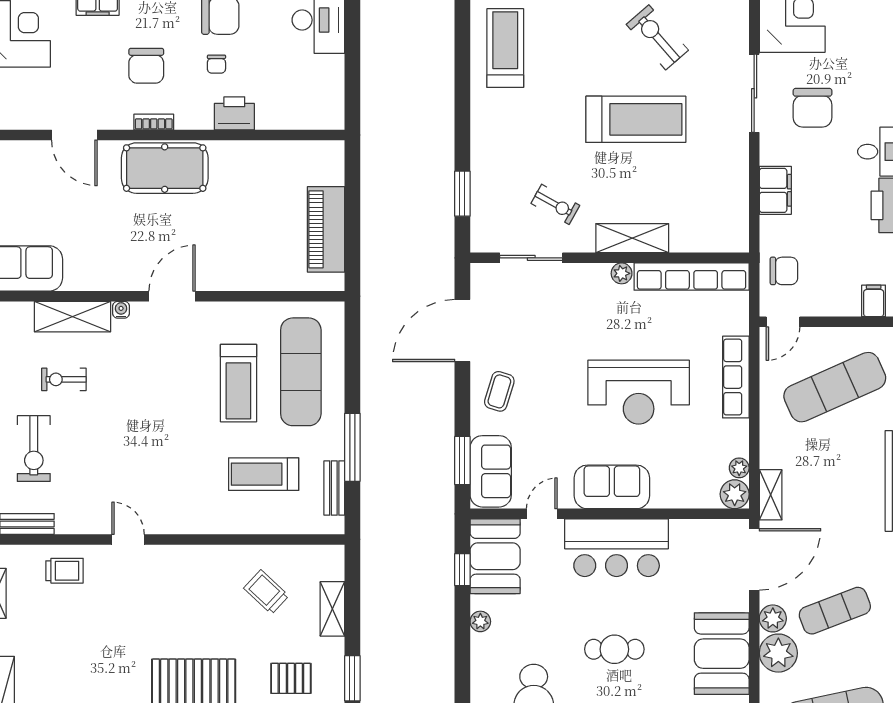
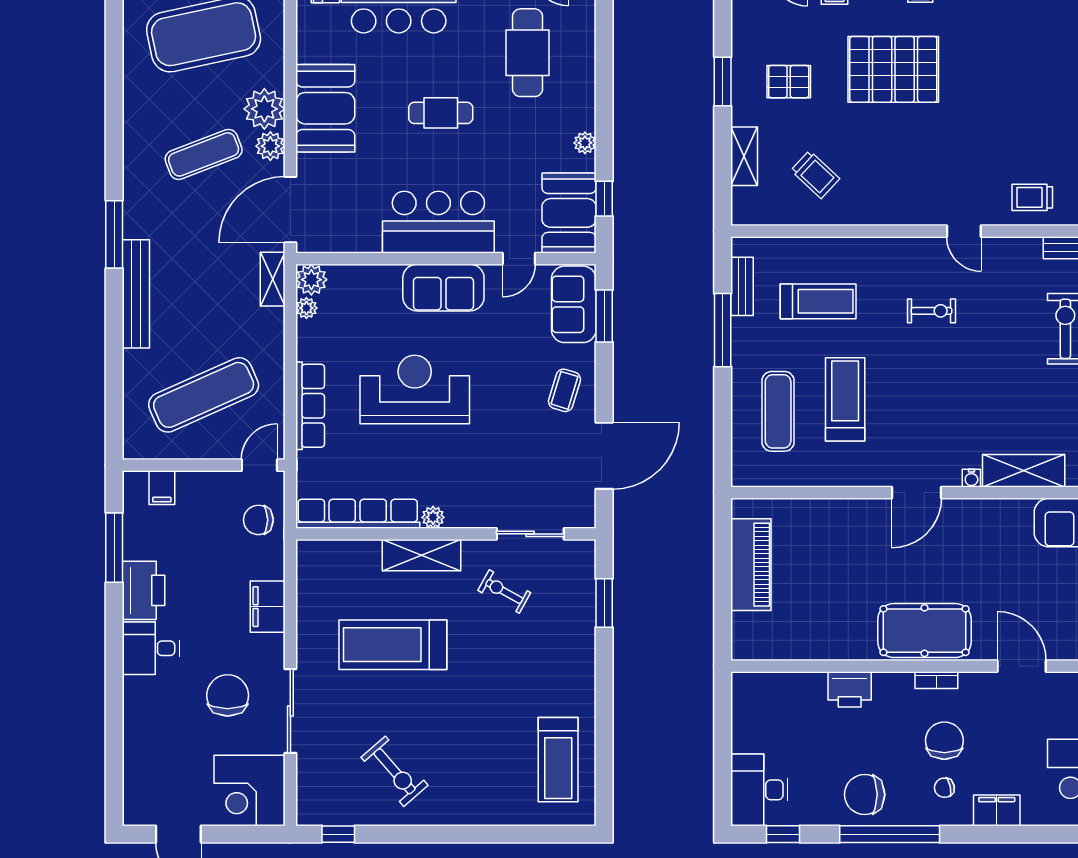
chair: (216, 64) -> (944, 788), moved, turned -103
treadmill: (636, 119) -> (393, 645), moved
exercise mat: (301, 372) -> (778, 411), width x0.73, depth x0.69
exercise bike: (64, 379) -> (932, 311), moved

